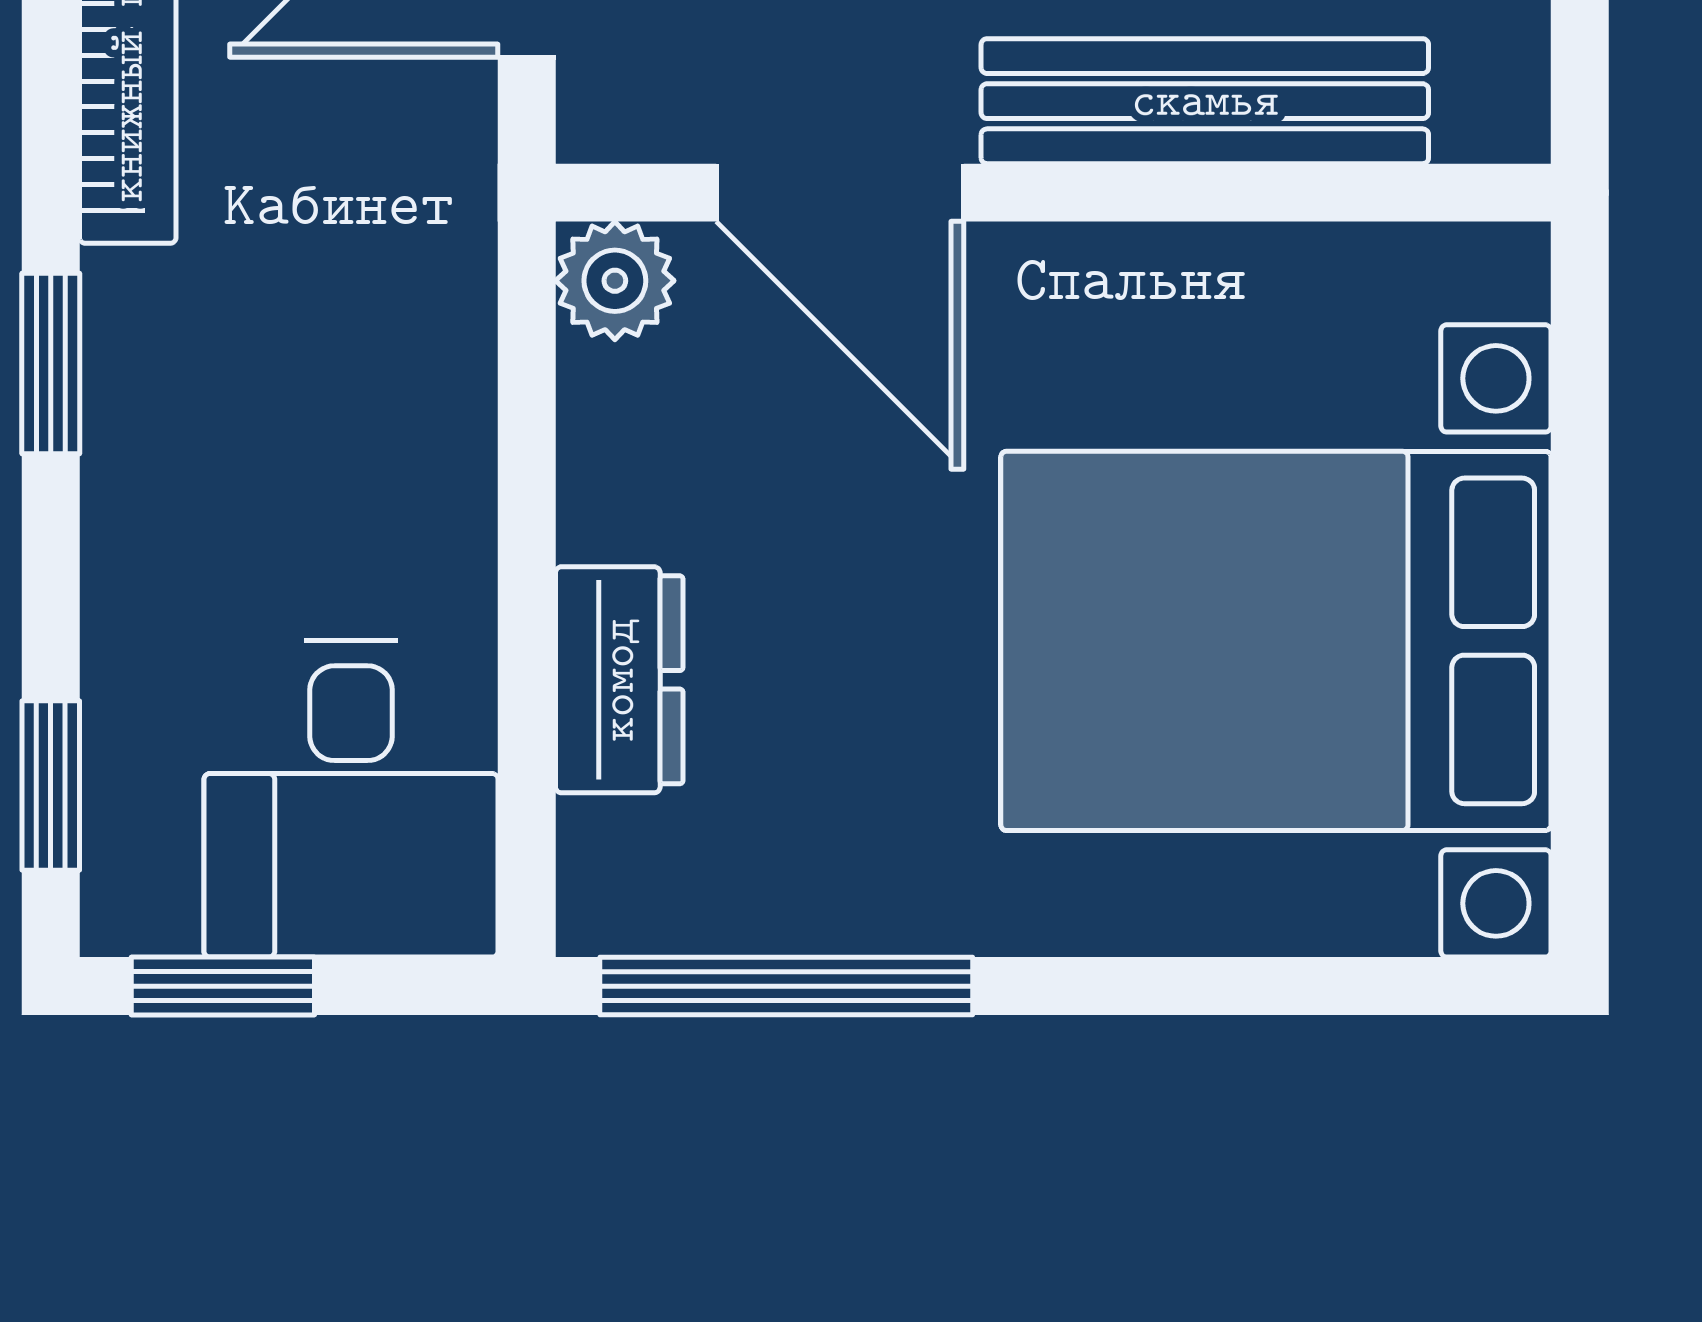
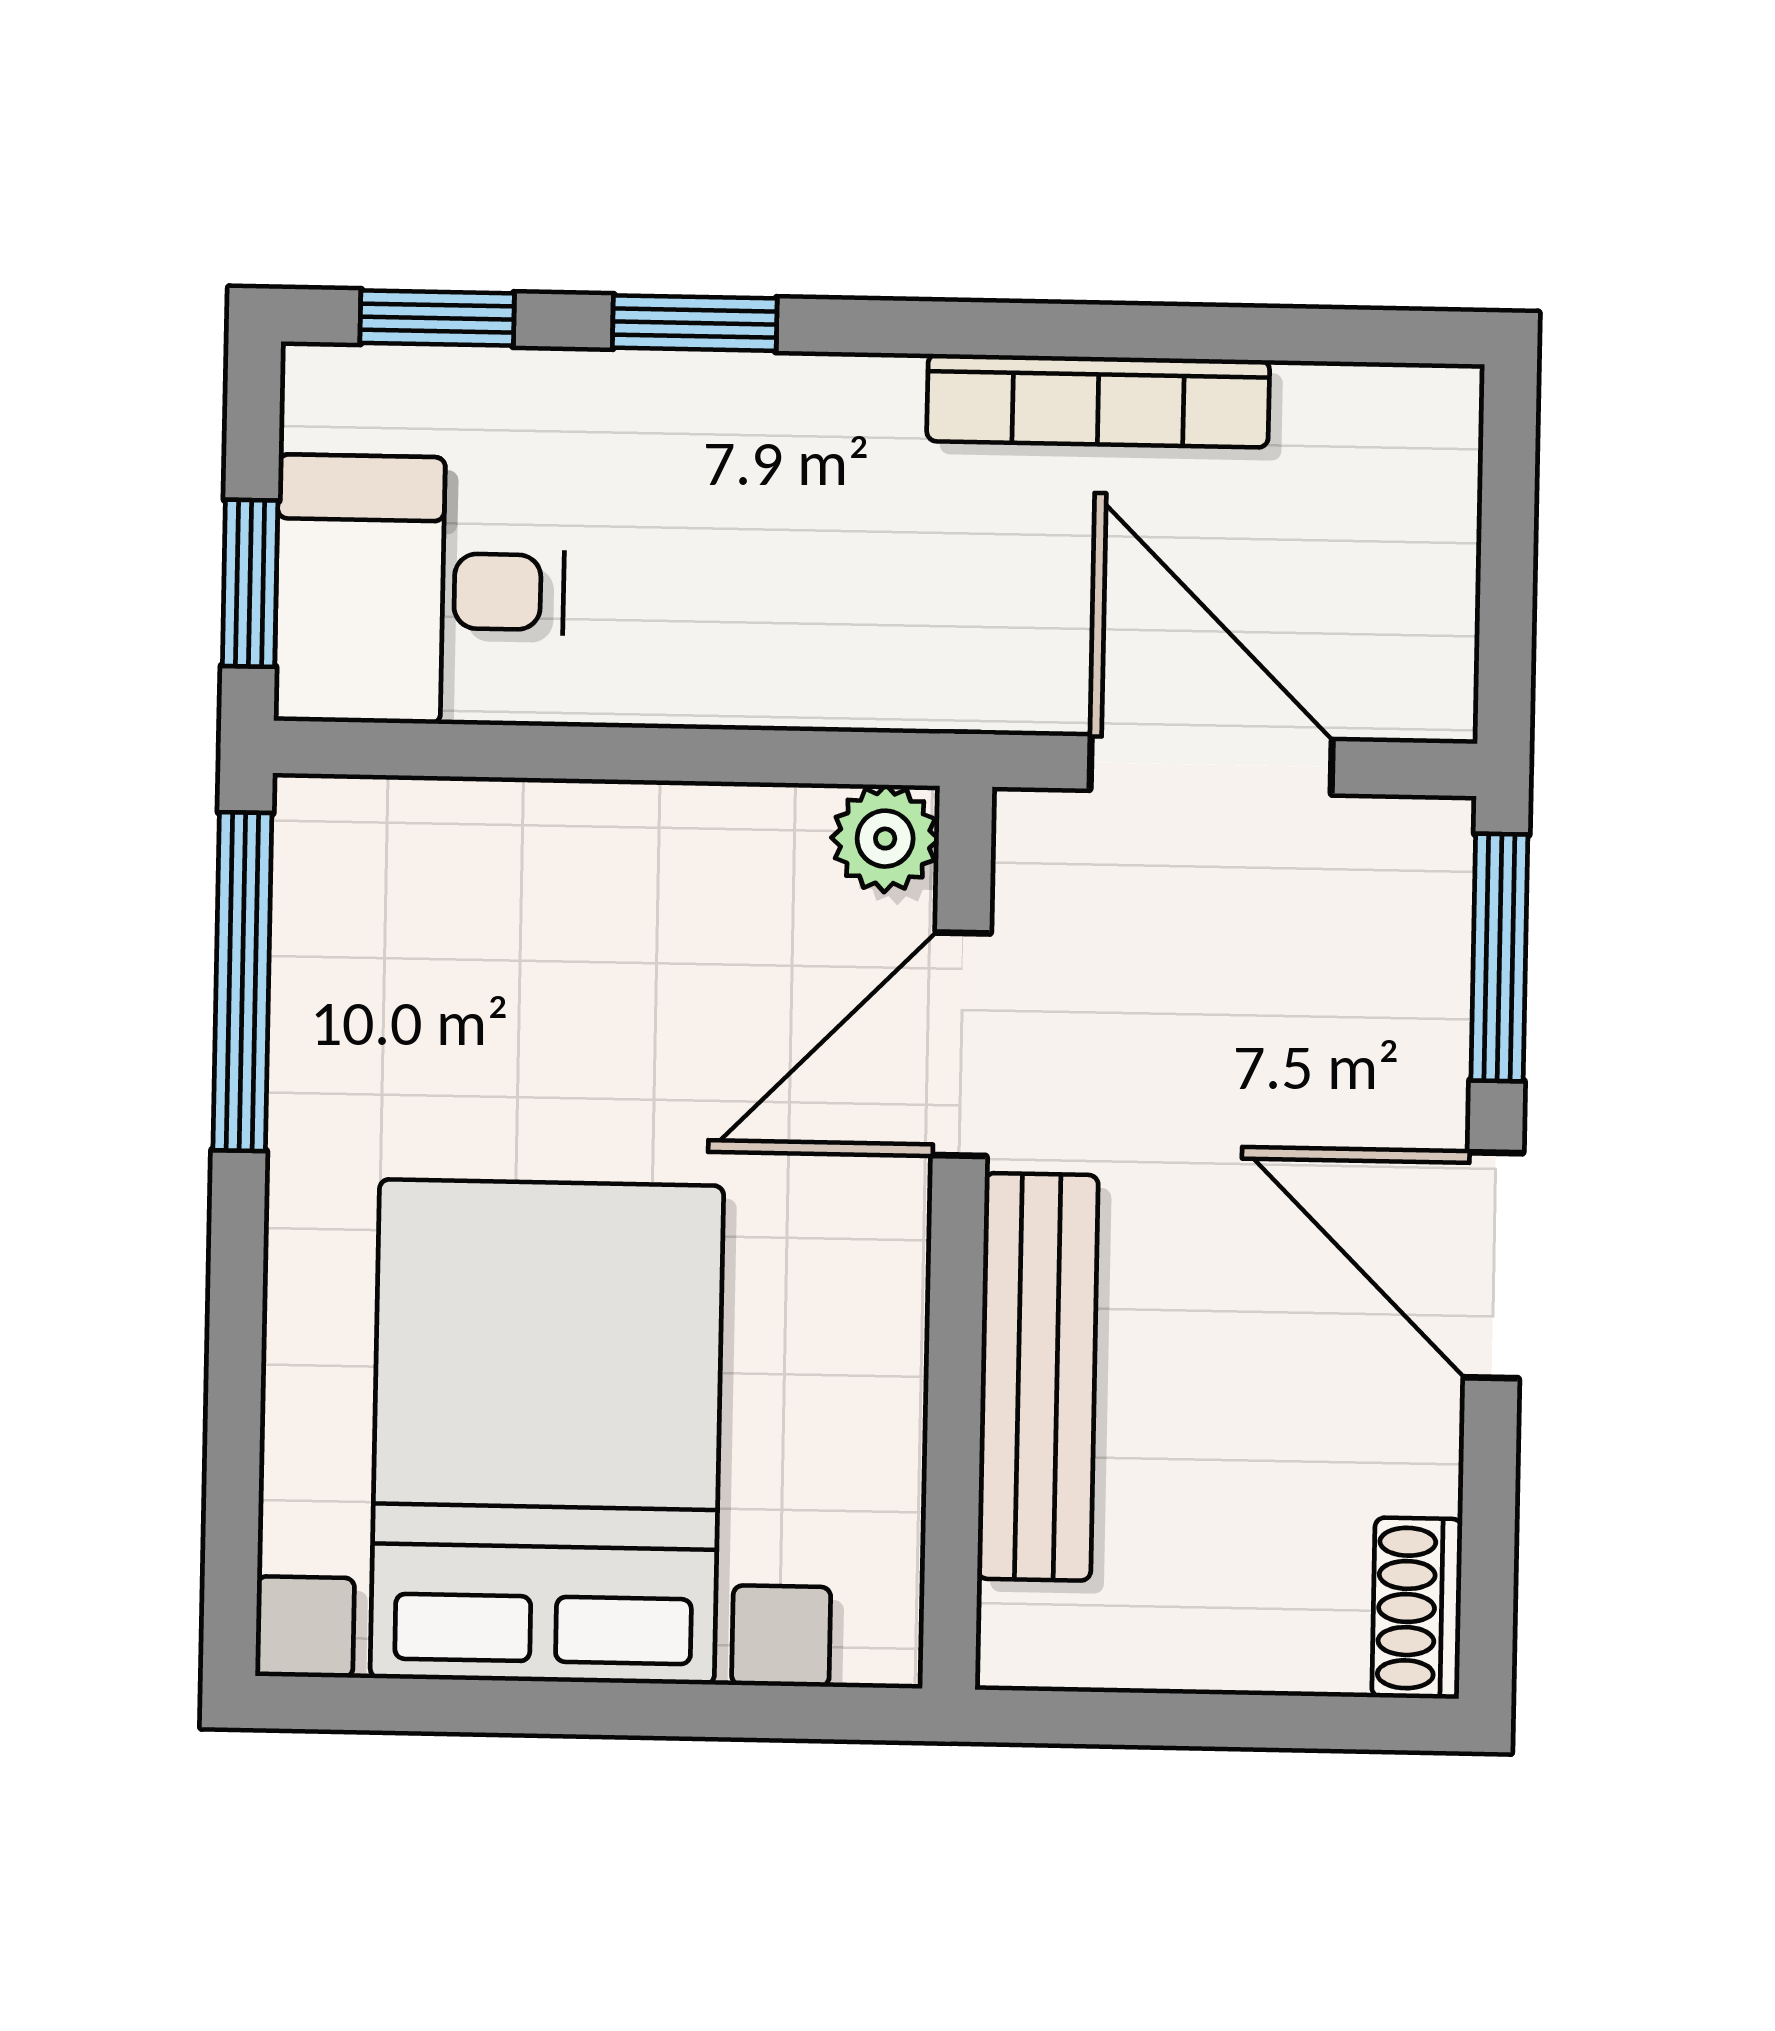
window: (51, 363) -> (695, 323), moved
dresser: (619, 680) -> (523, 836), removed
window: (223, 986) -> (250, 583), moved

